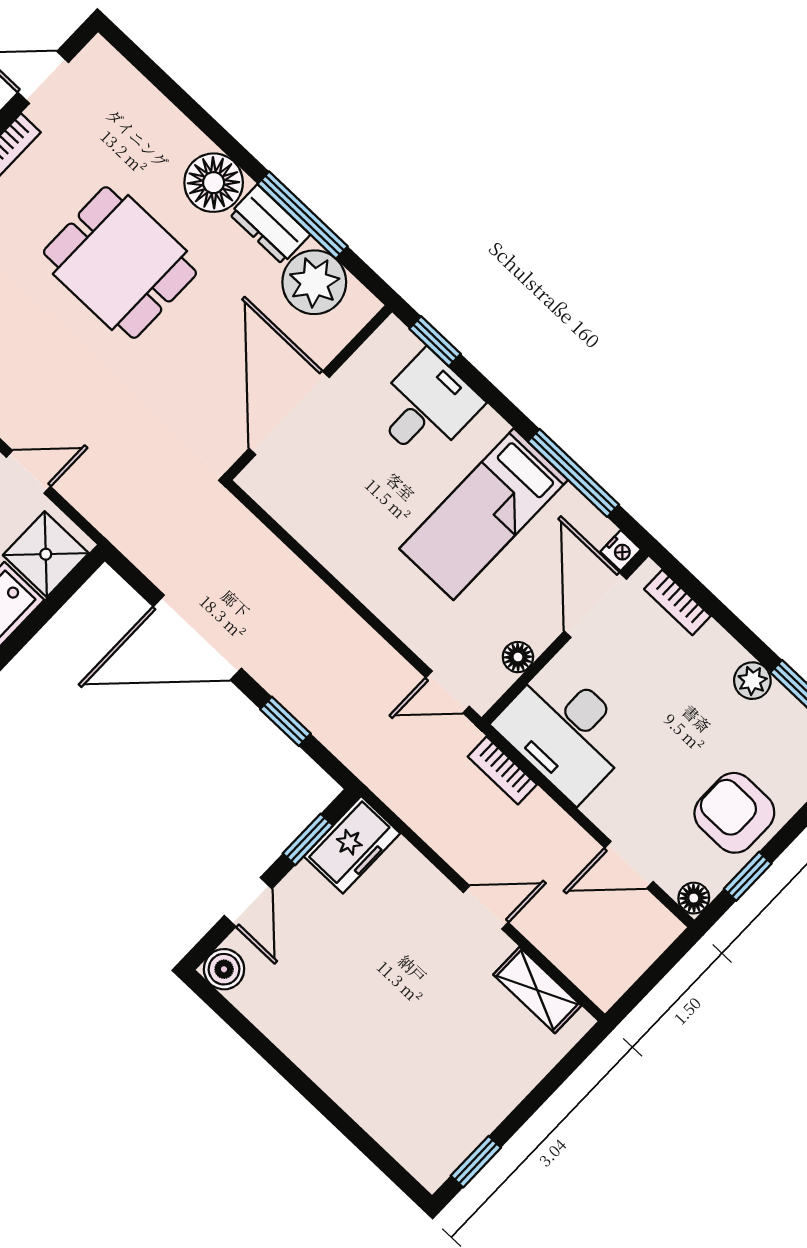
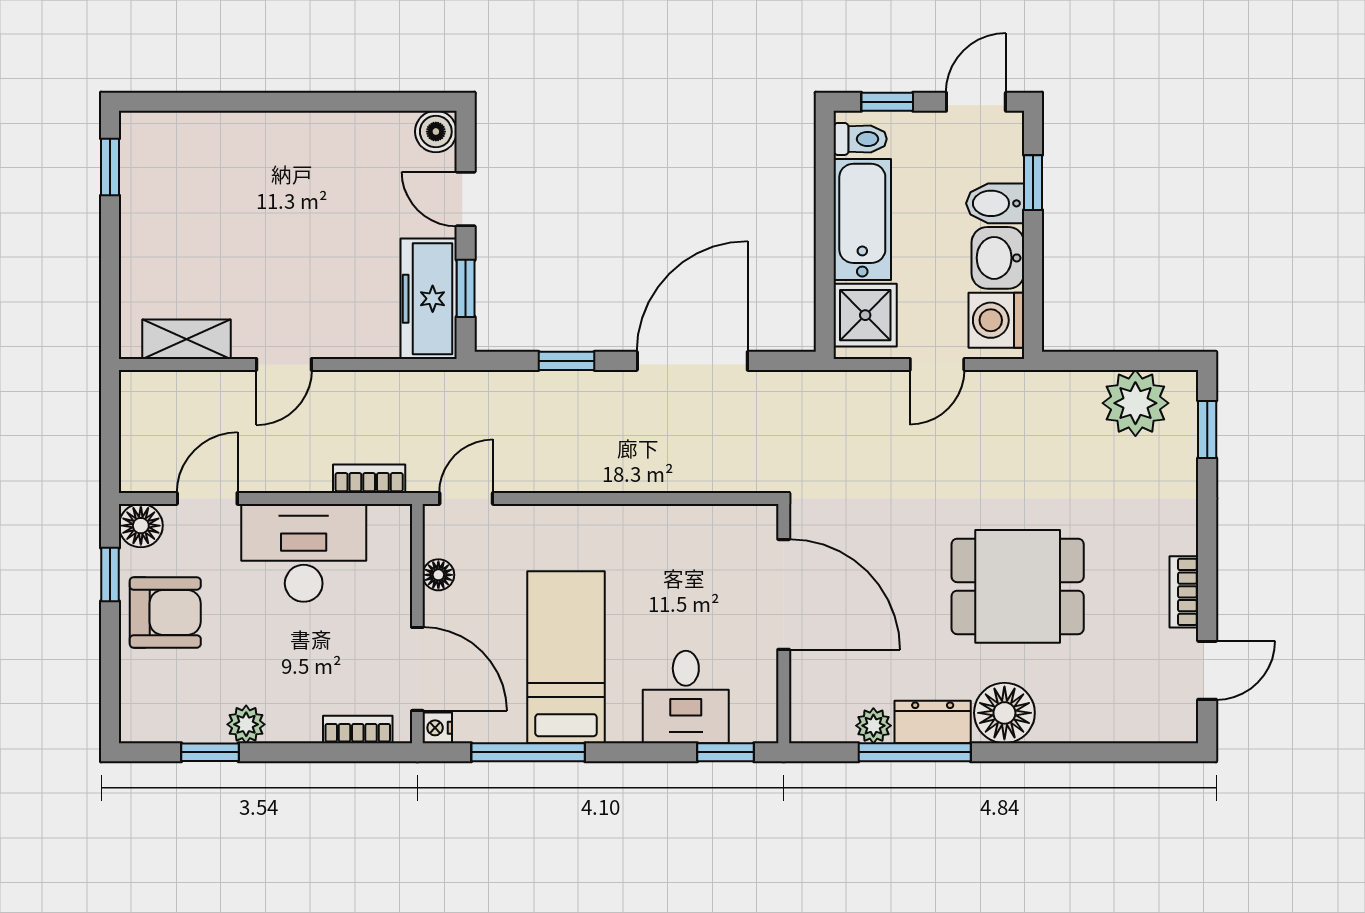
plant: (314, 282) -> (873, 726), width x0.53, depth x0.53
desk: (566, 732) -> (304, 553), moved
freezer: (352, 845) -> (429, 299), width x1.40
floor lamp: (694, 898) -> (141, 526), width x1.37, depth x1.37

